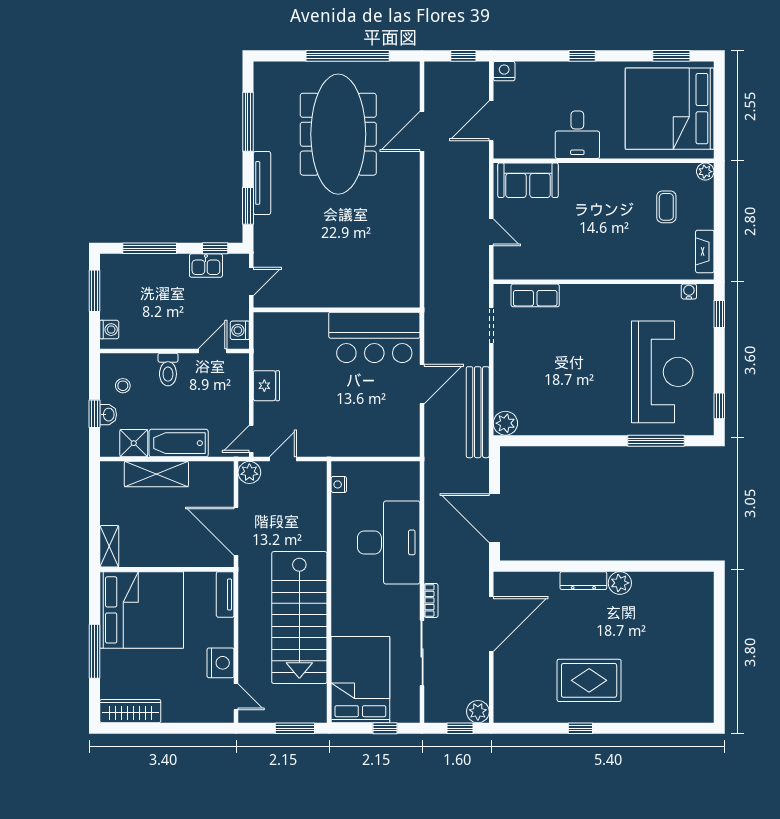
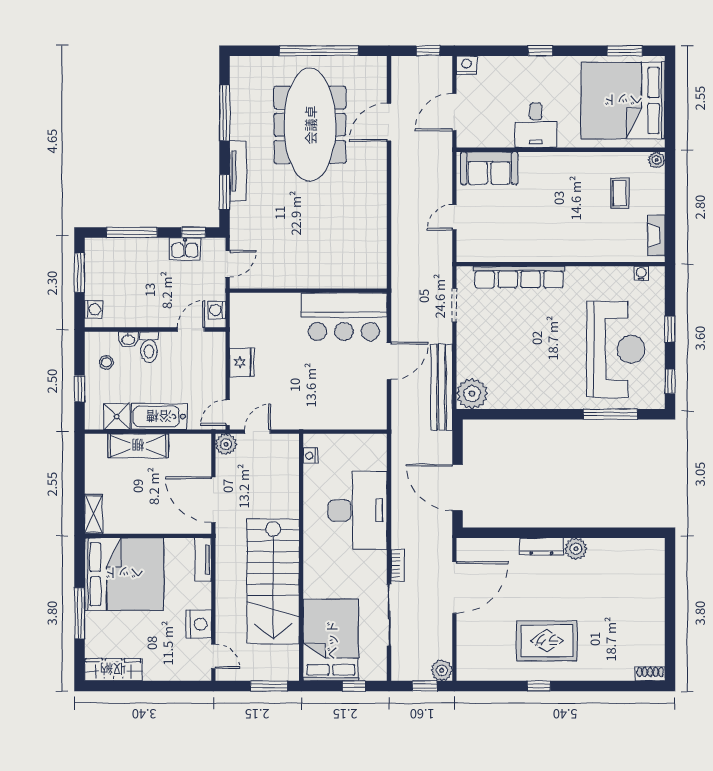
door: (491, 232) -> (454, 217), swing flipped
row of seats: (535, 295) -> (519, 277), width x2.02
window: (719, 314) -> (670, 329), moved
washbasin: (108, 415) -> (128, 339), moved, turned 90
plant: (505, 423) -> (472, 394), width x1.36, depth x1.36
shoe rack: (698, 715) -> (650, 674), added

